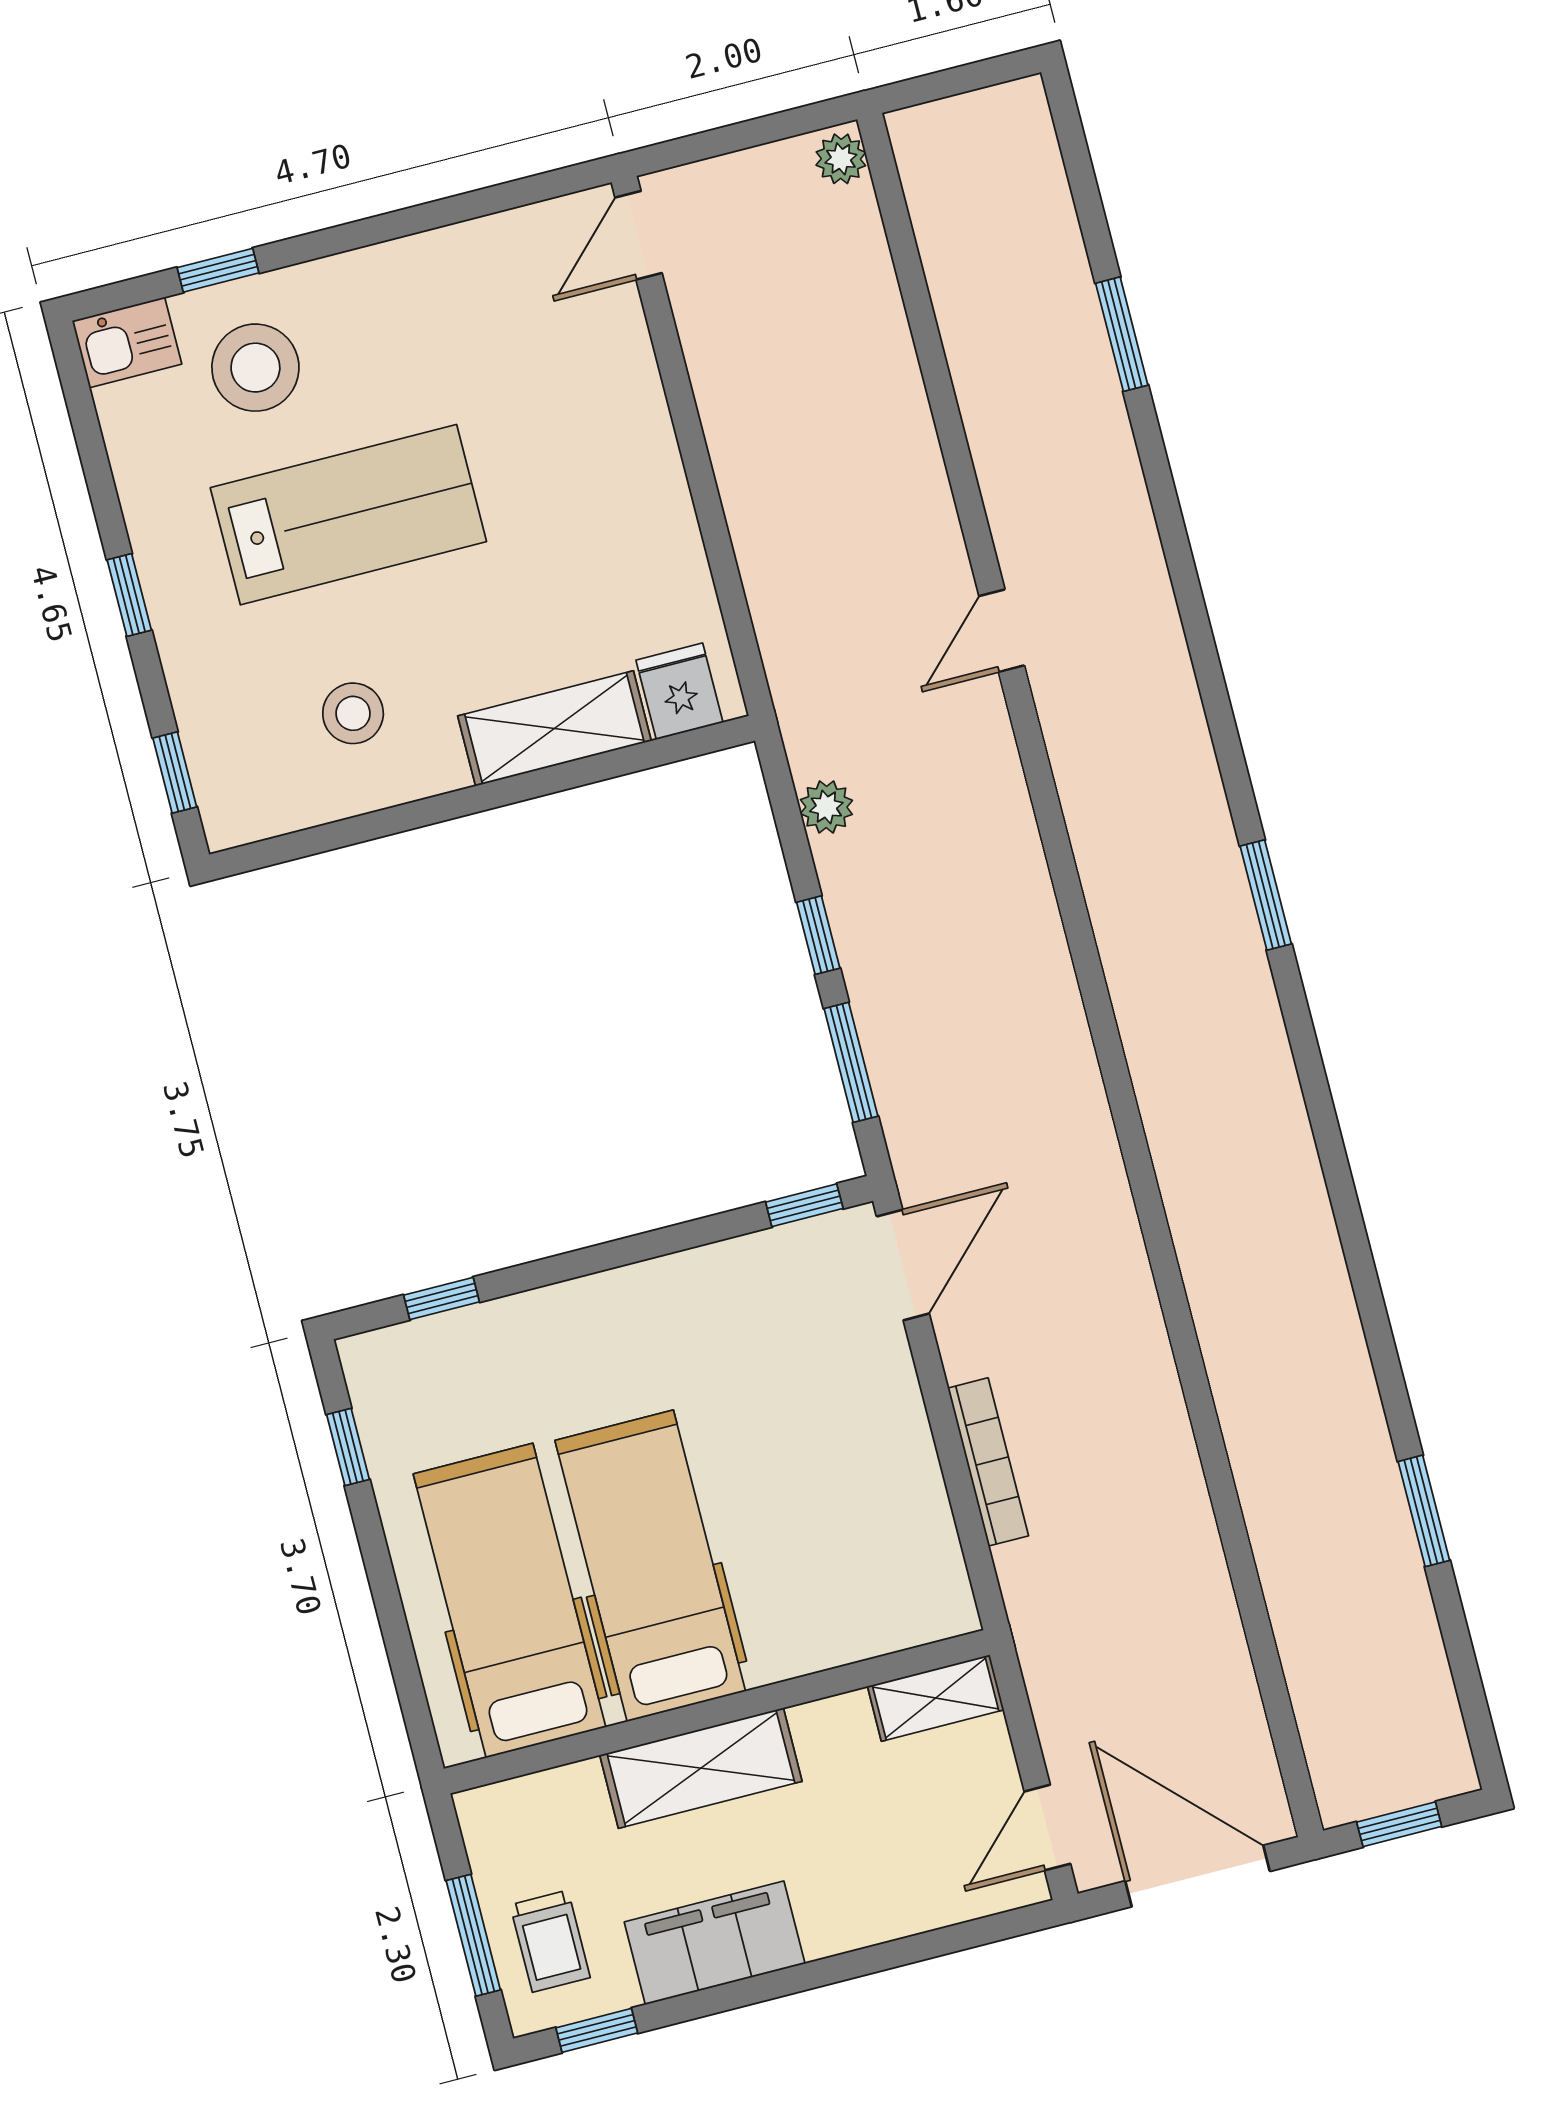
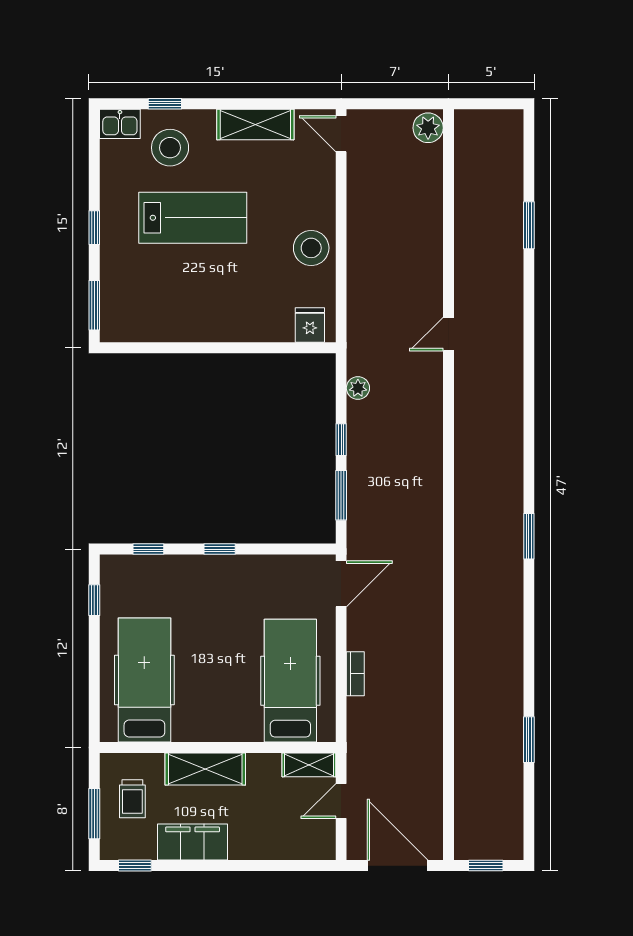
plant: (841, 159) -> (428, 128), width x1.38, depth x1.38
door: (639, 235) -> (341, 134), hinge flipped
stool: (353, 713) -> (311, 248), moved, width x1.38, depth x1.38
shelving: (554, 728) -> (255, 125), moved
window: (175, 772) -> (94, 305), width x1.50
window: (1266, 895) -> (529, 536), moved
window: (804, 1205) -> (220, 549), moved
bookcase: (988, 1462) -> (355, 674), width x0.64
hospital bed: (650, 1566) -> (290, 681), moved
door: (1047, 1828) -> (341, 801), moved
trolley: (550, 1941) -> (132, 799), moved

